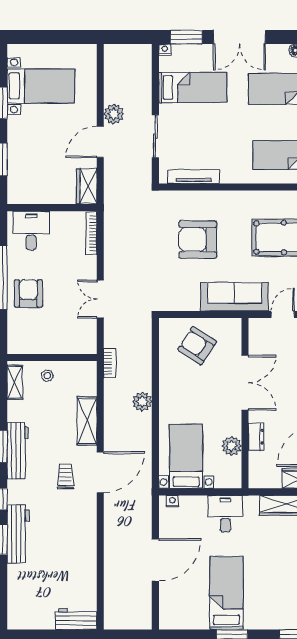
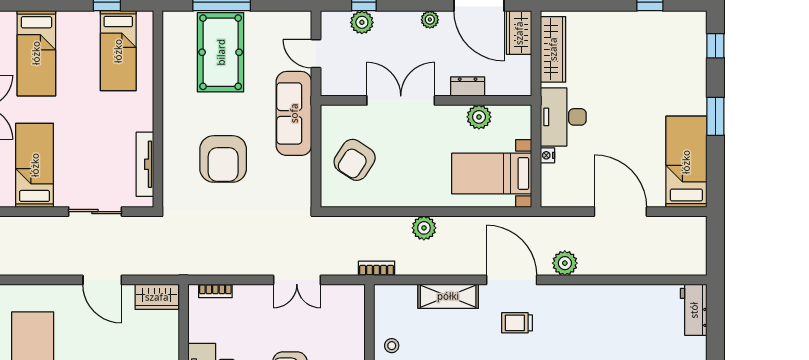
plant: (114, 114) -> (565, 263), moved
bookcase: (91, 233) -> (215, 291), width x0.64
nightstand: (172, 501) -> (547, 155), moved
desk: (225, 514) -> (563, 117), width x1.37
bed: (226, 593) -> (686, 162), moved, turned 90

